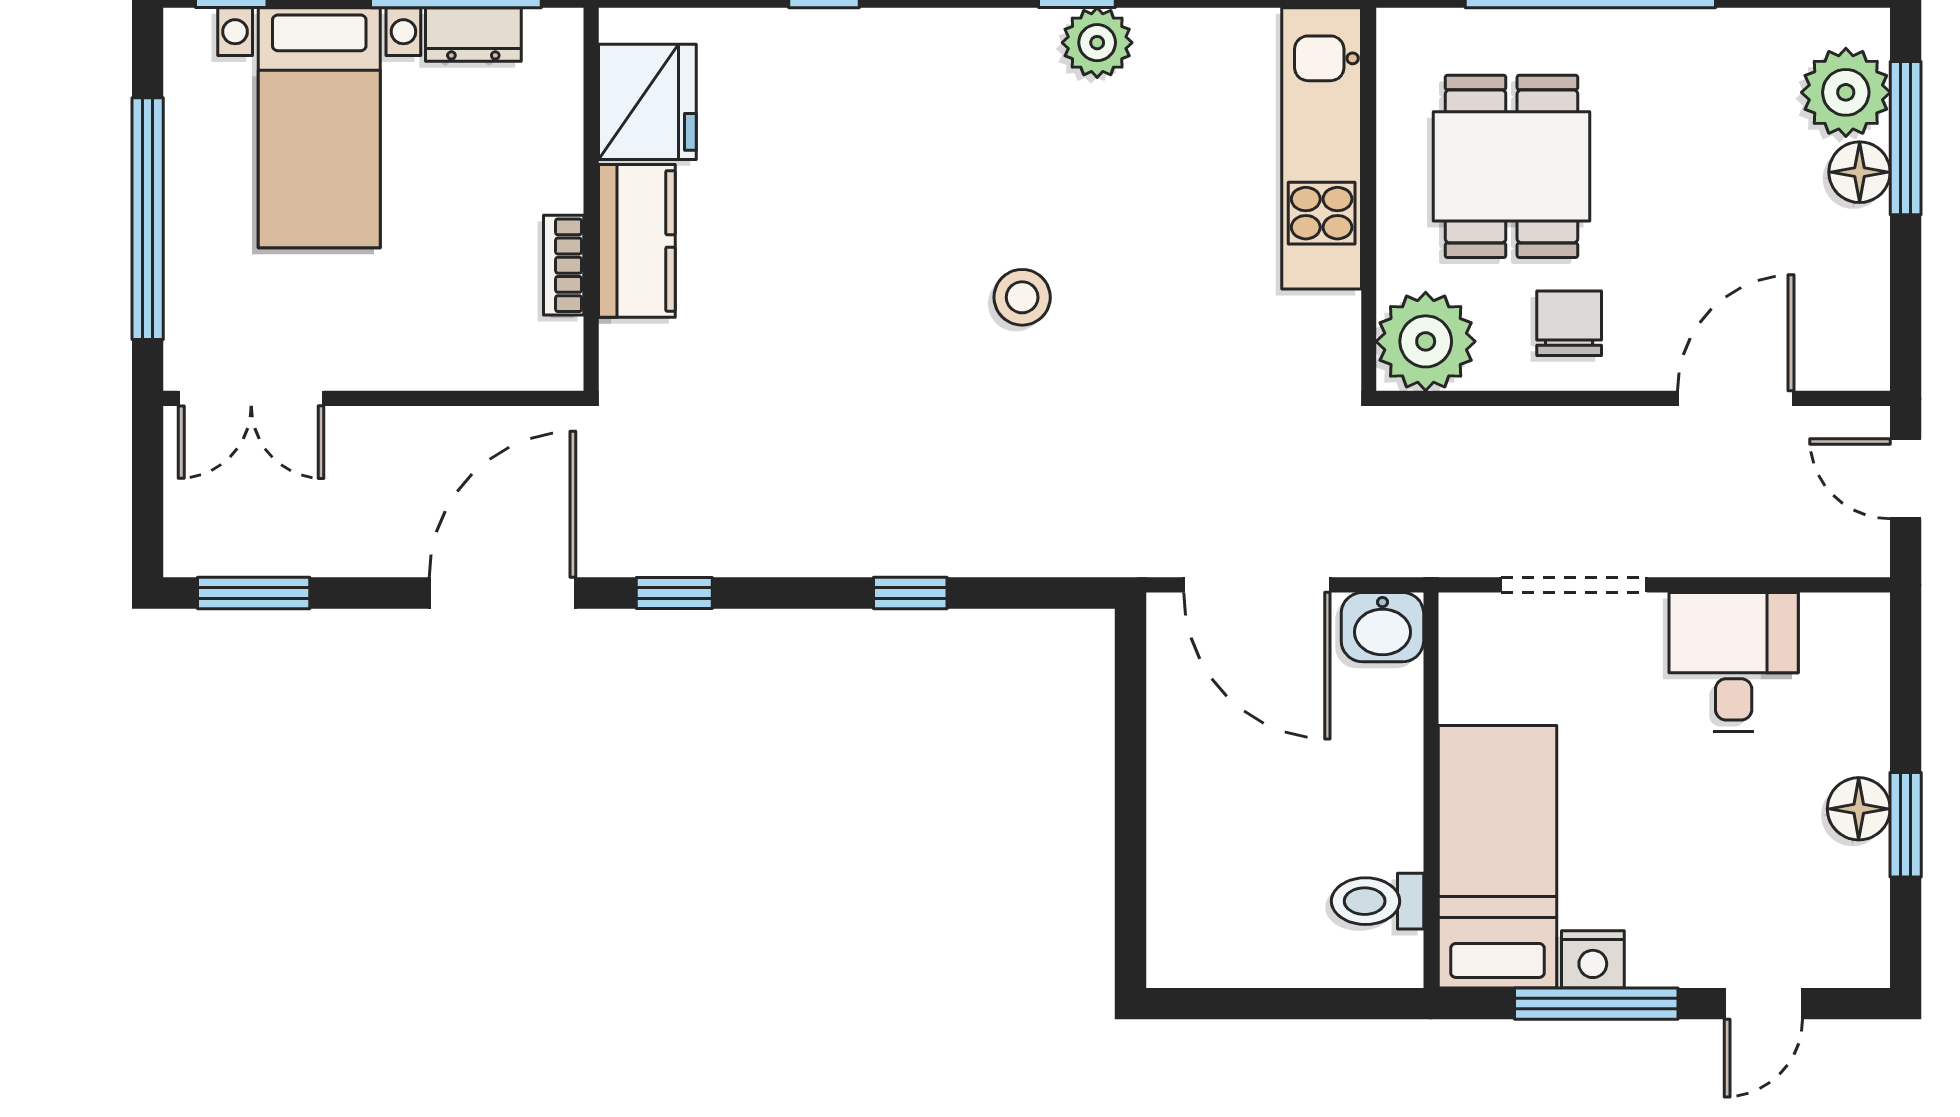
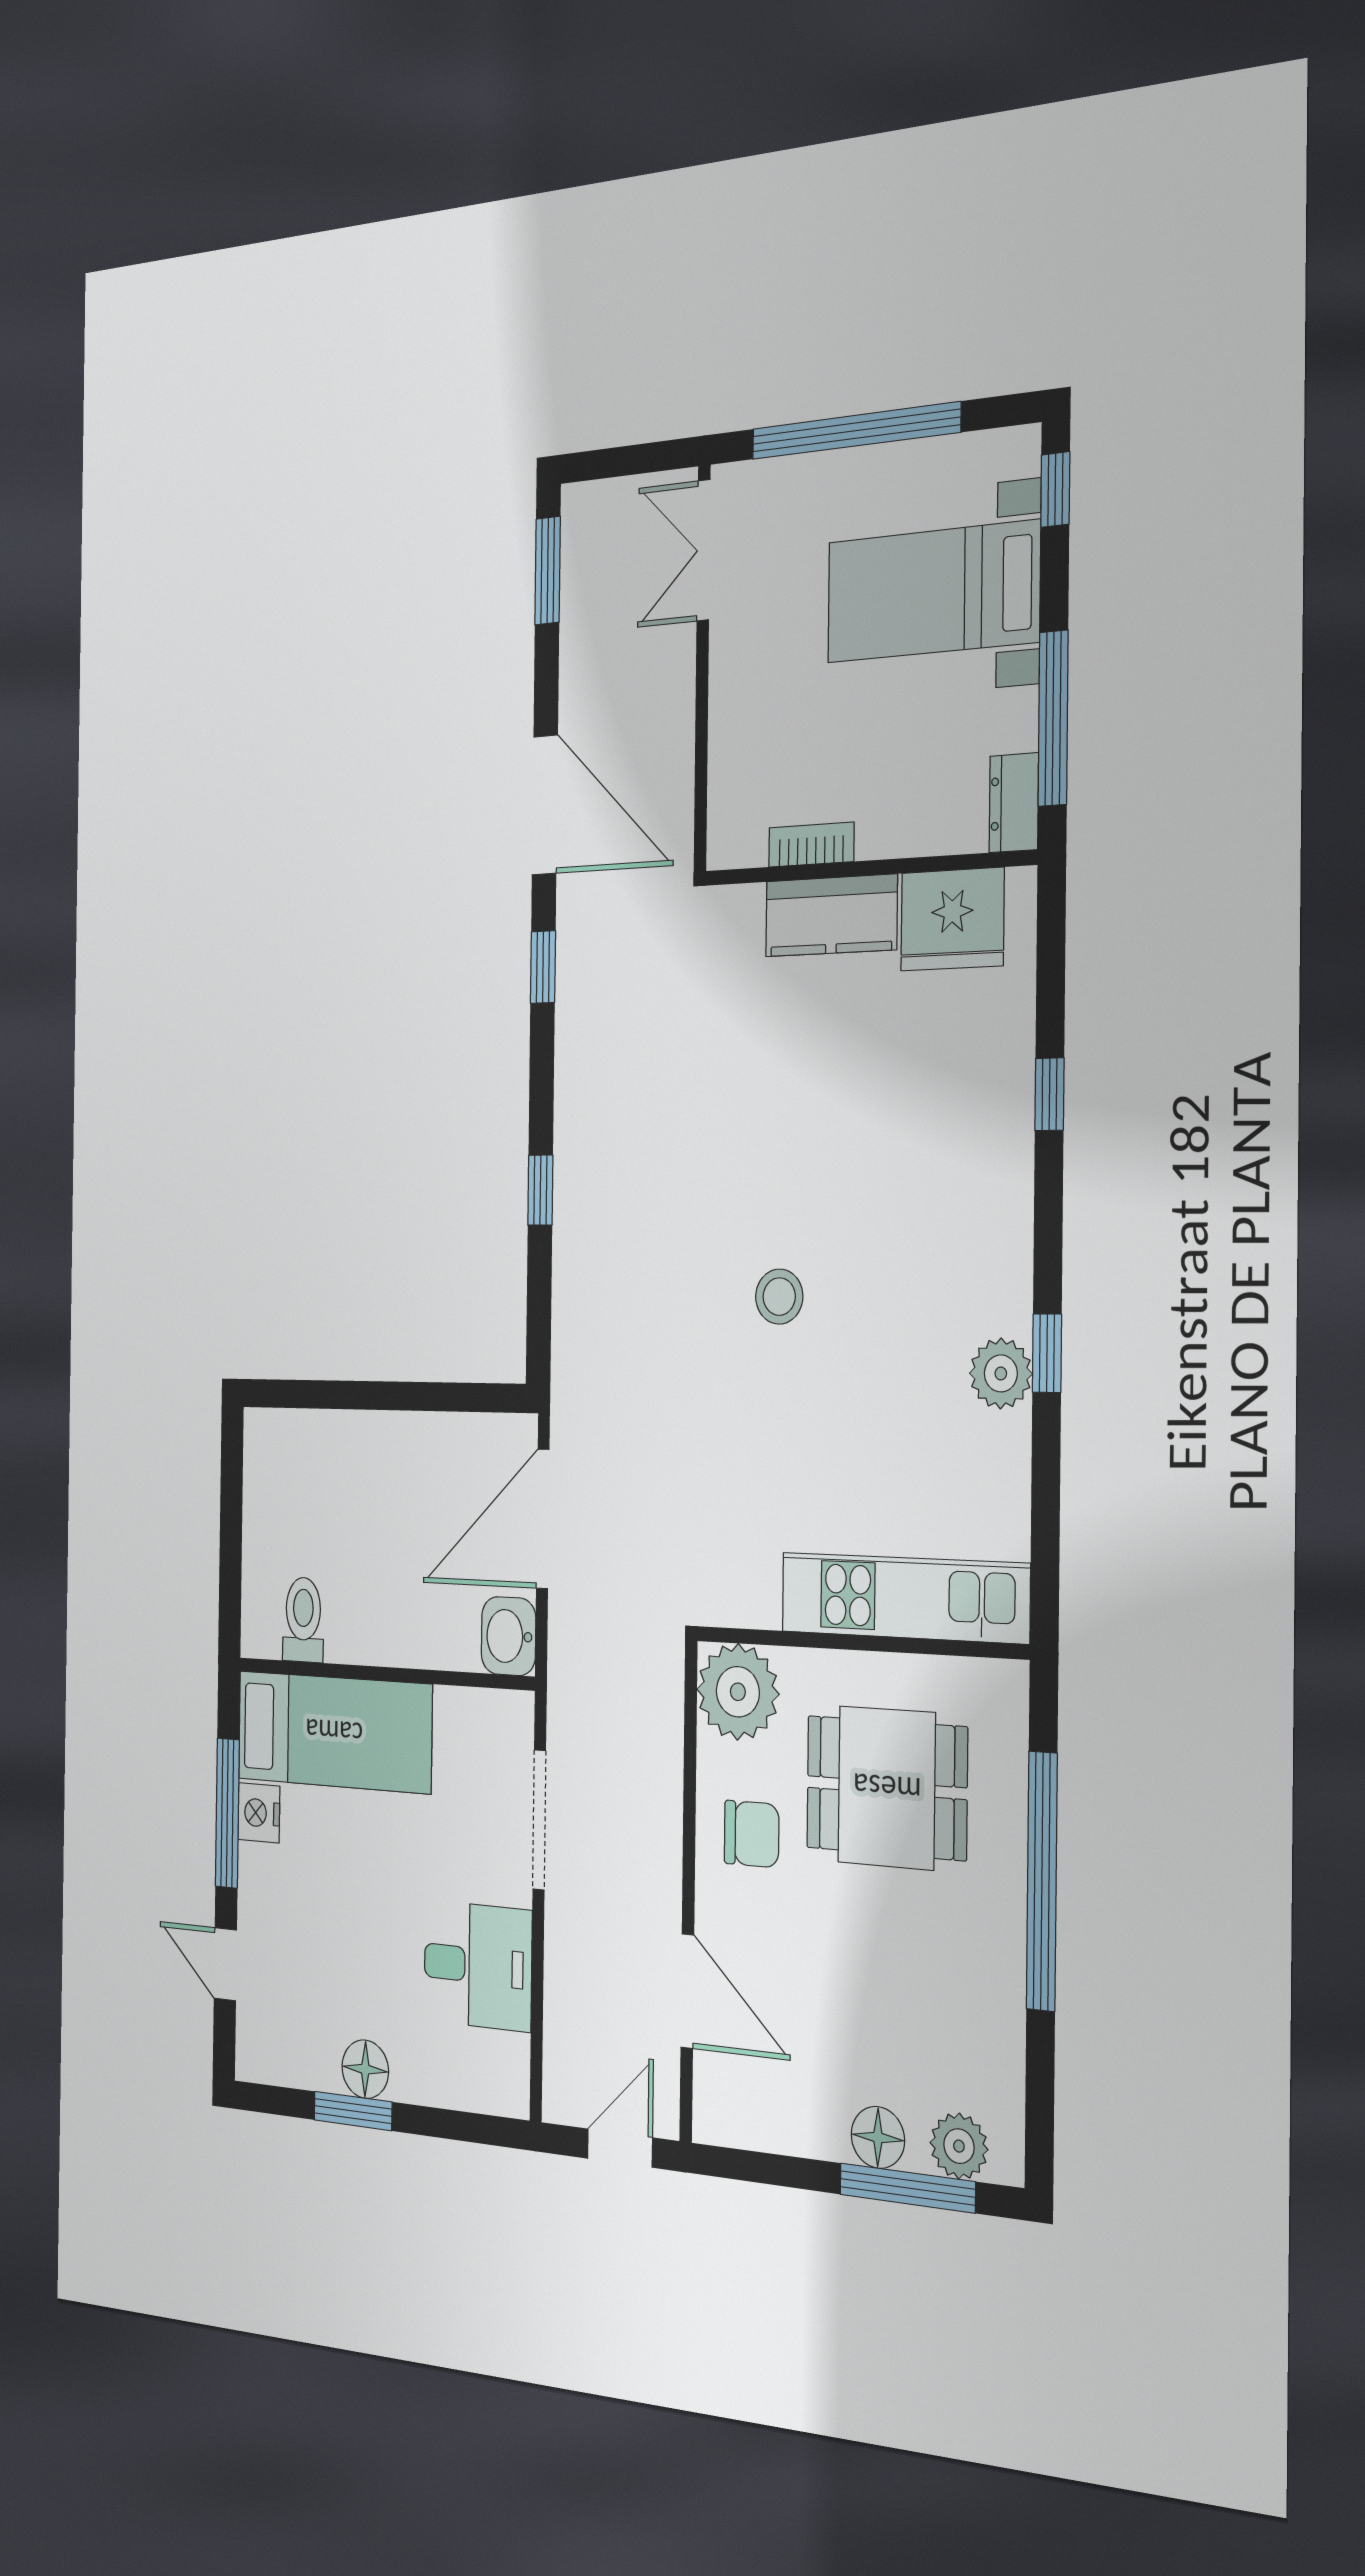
dresser: (473, 34) -> (1014, 803), moved
plant: (1846, 92) -> (959, 2146), width x0.73, depth x0.73

